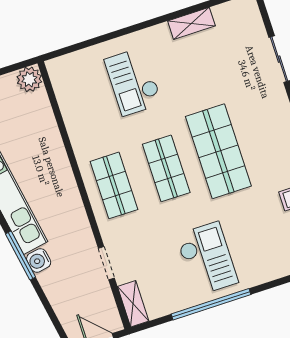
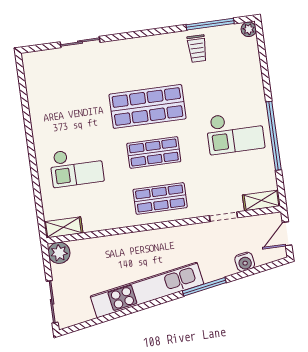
shelving: (191, 23) -> (63, 227), moved, turned 90
checkout: (207, 259) -> (235, 132), turned 180
water cooler: (39, 260) -> (245, 262), moved

